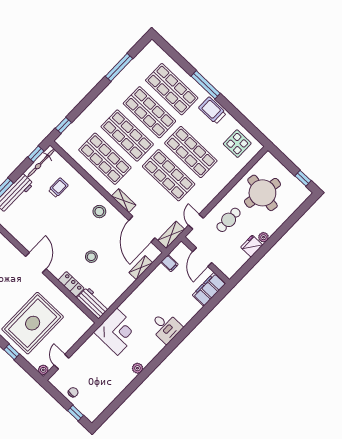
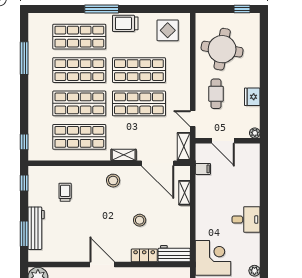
bicycle: (41, 163) -> (34, 186), removed
plant: (264, 237) -> (255, 133), moved
filing cabinet: (209, 289) -> (251, 160), removed

